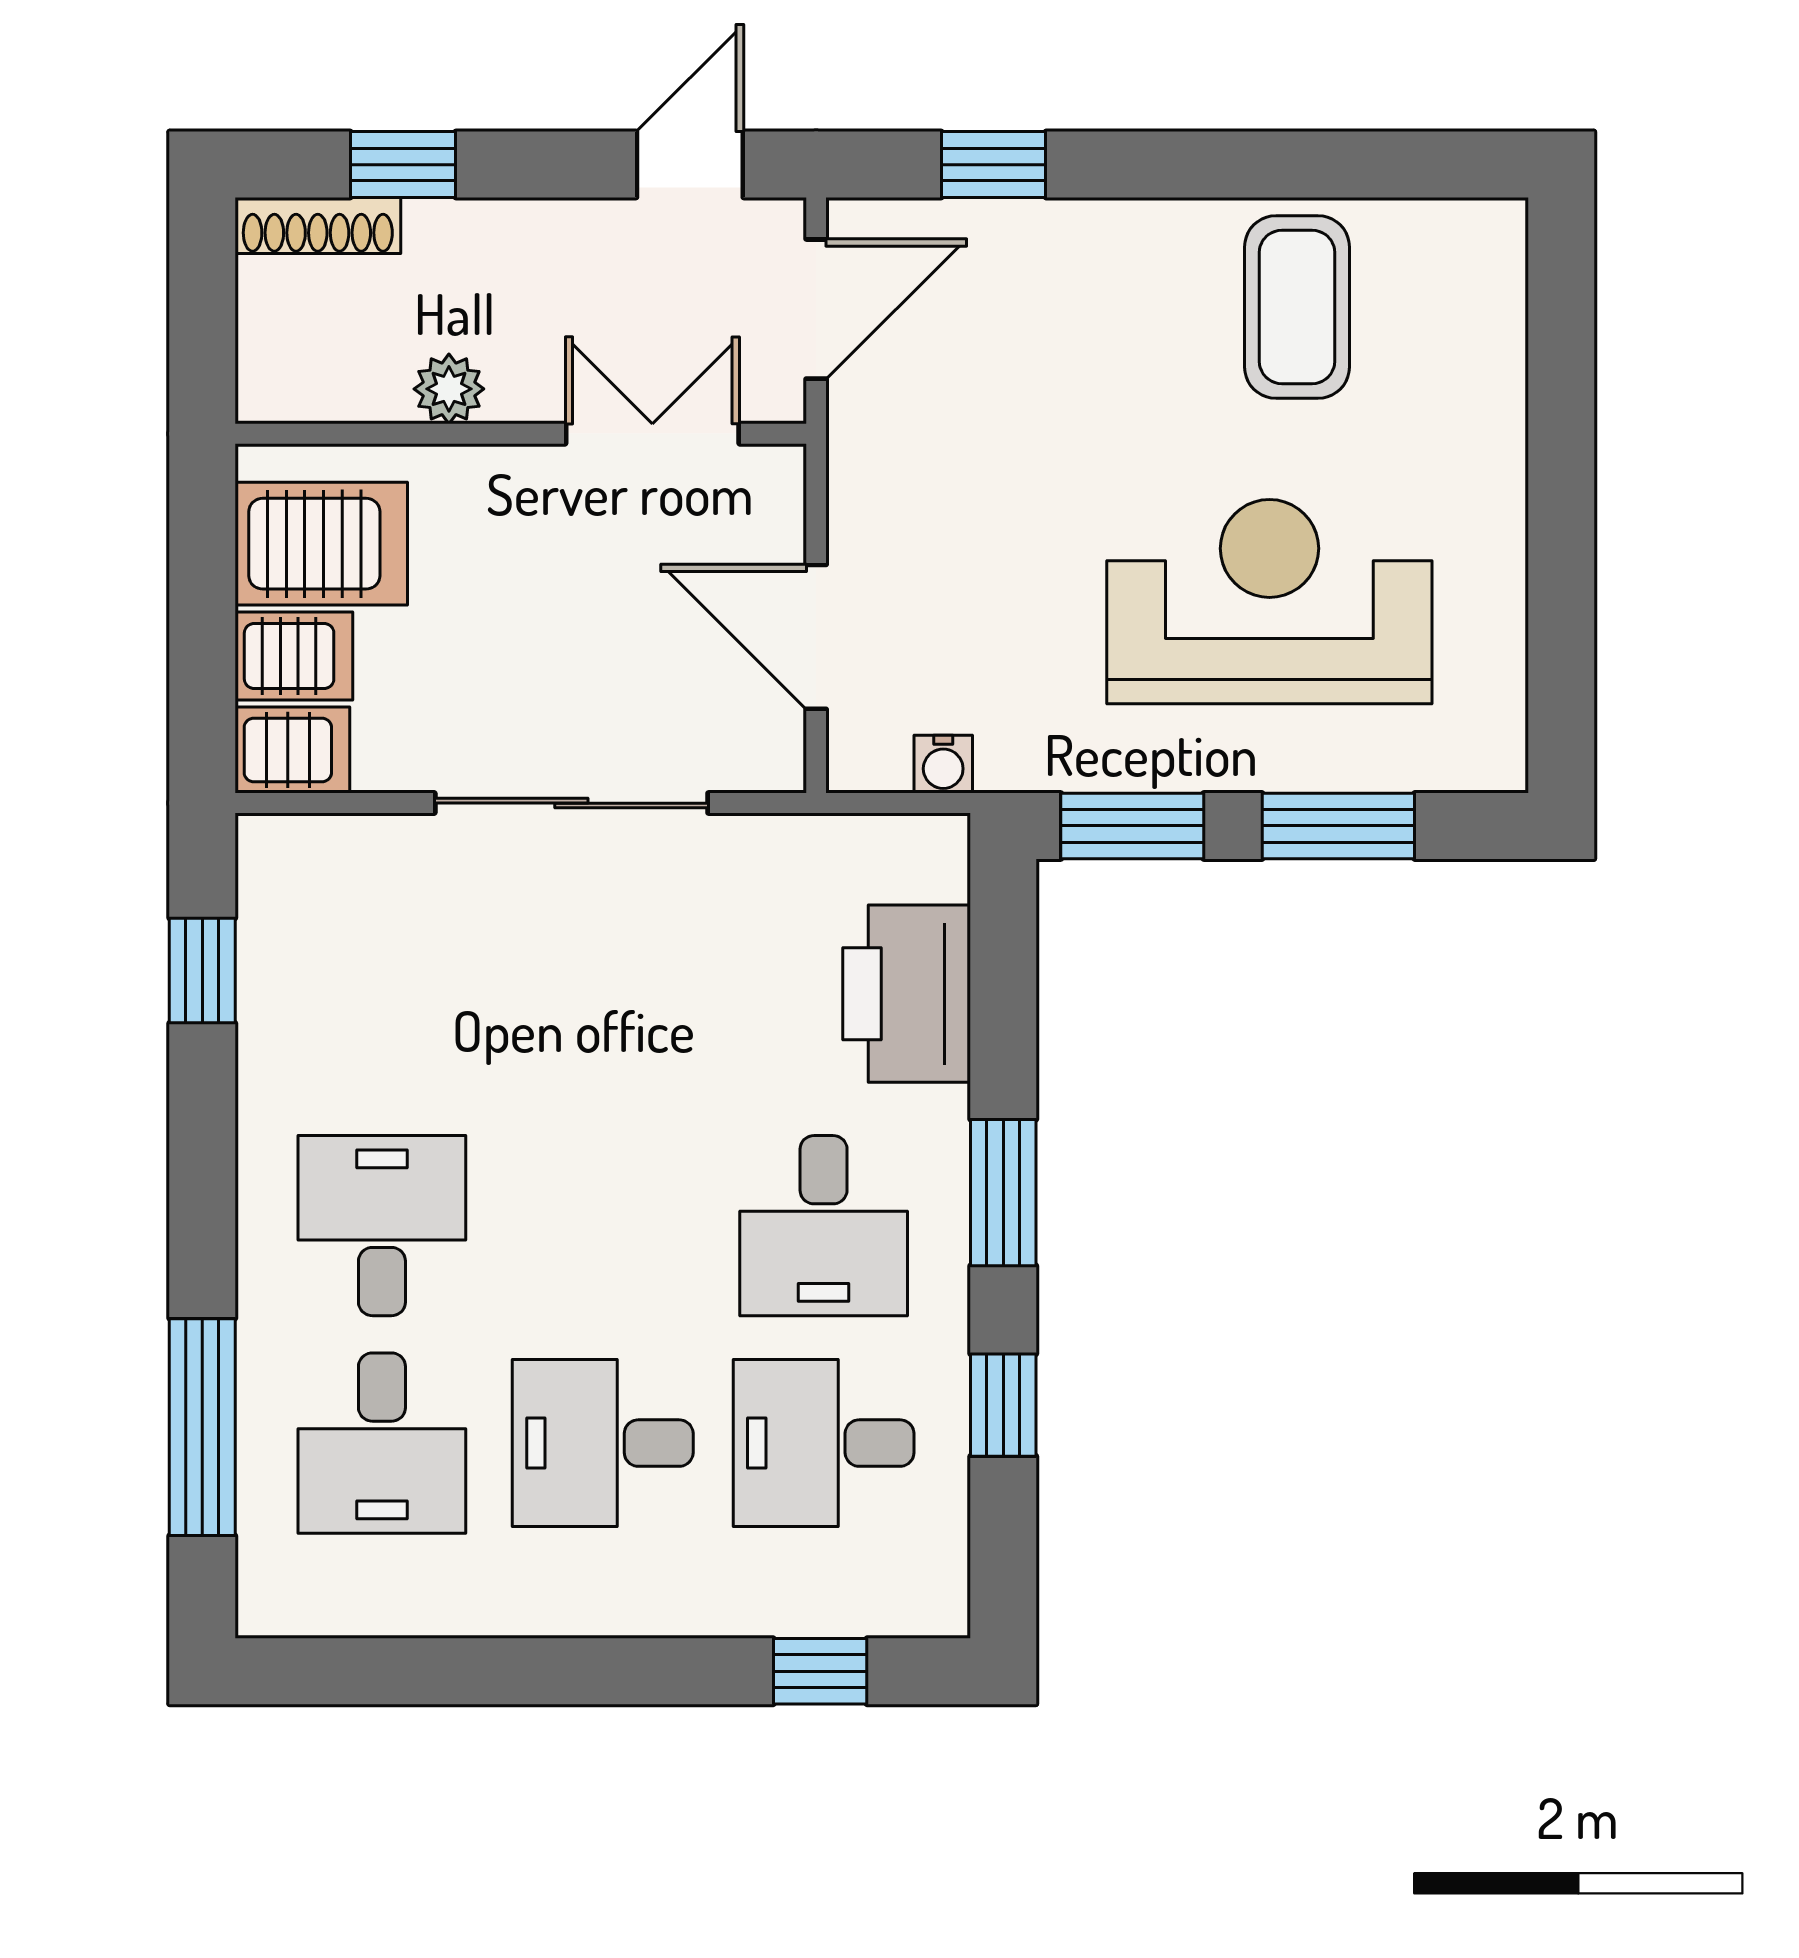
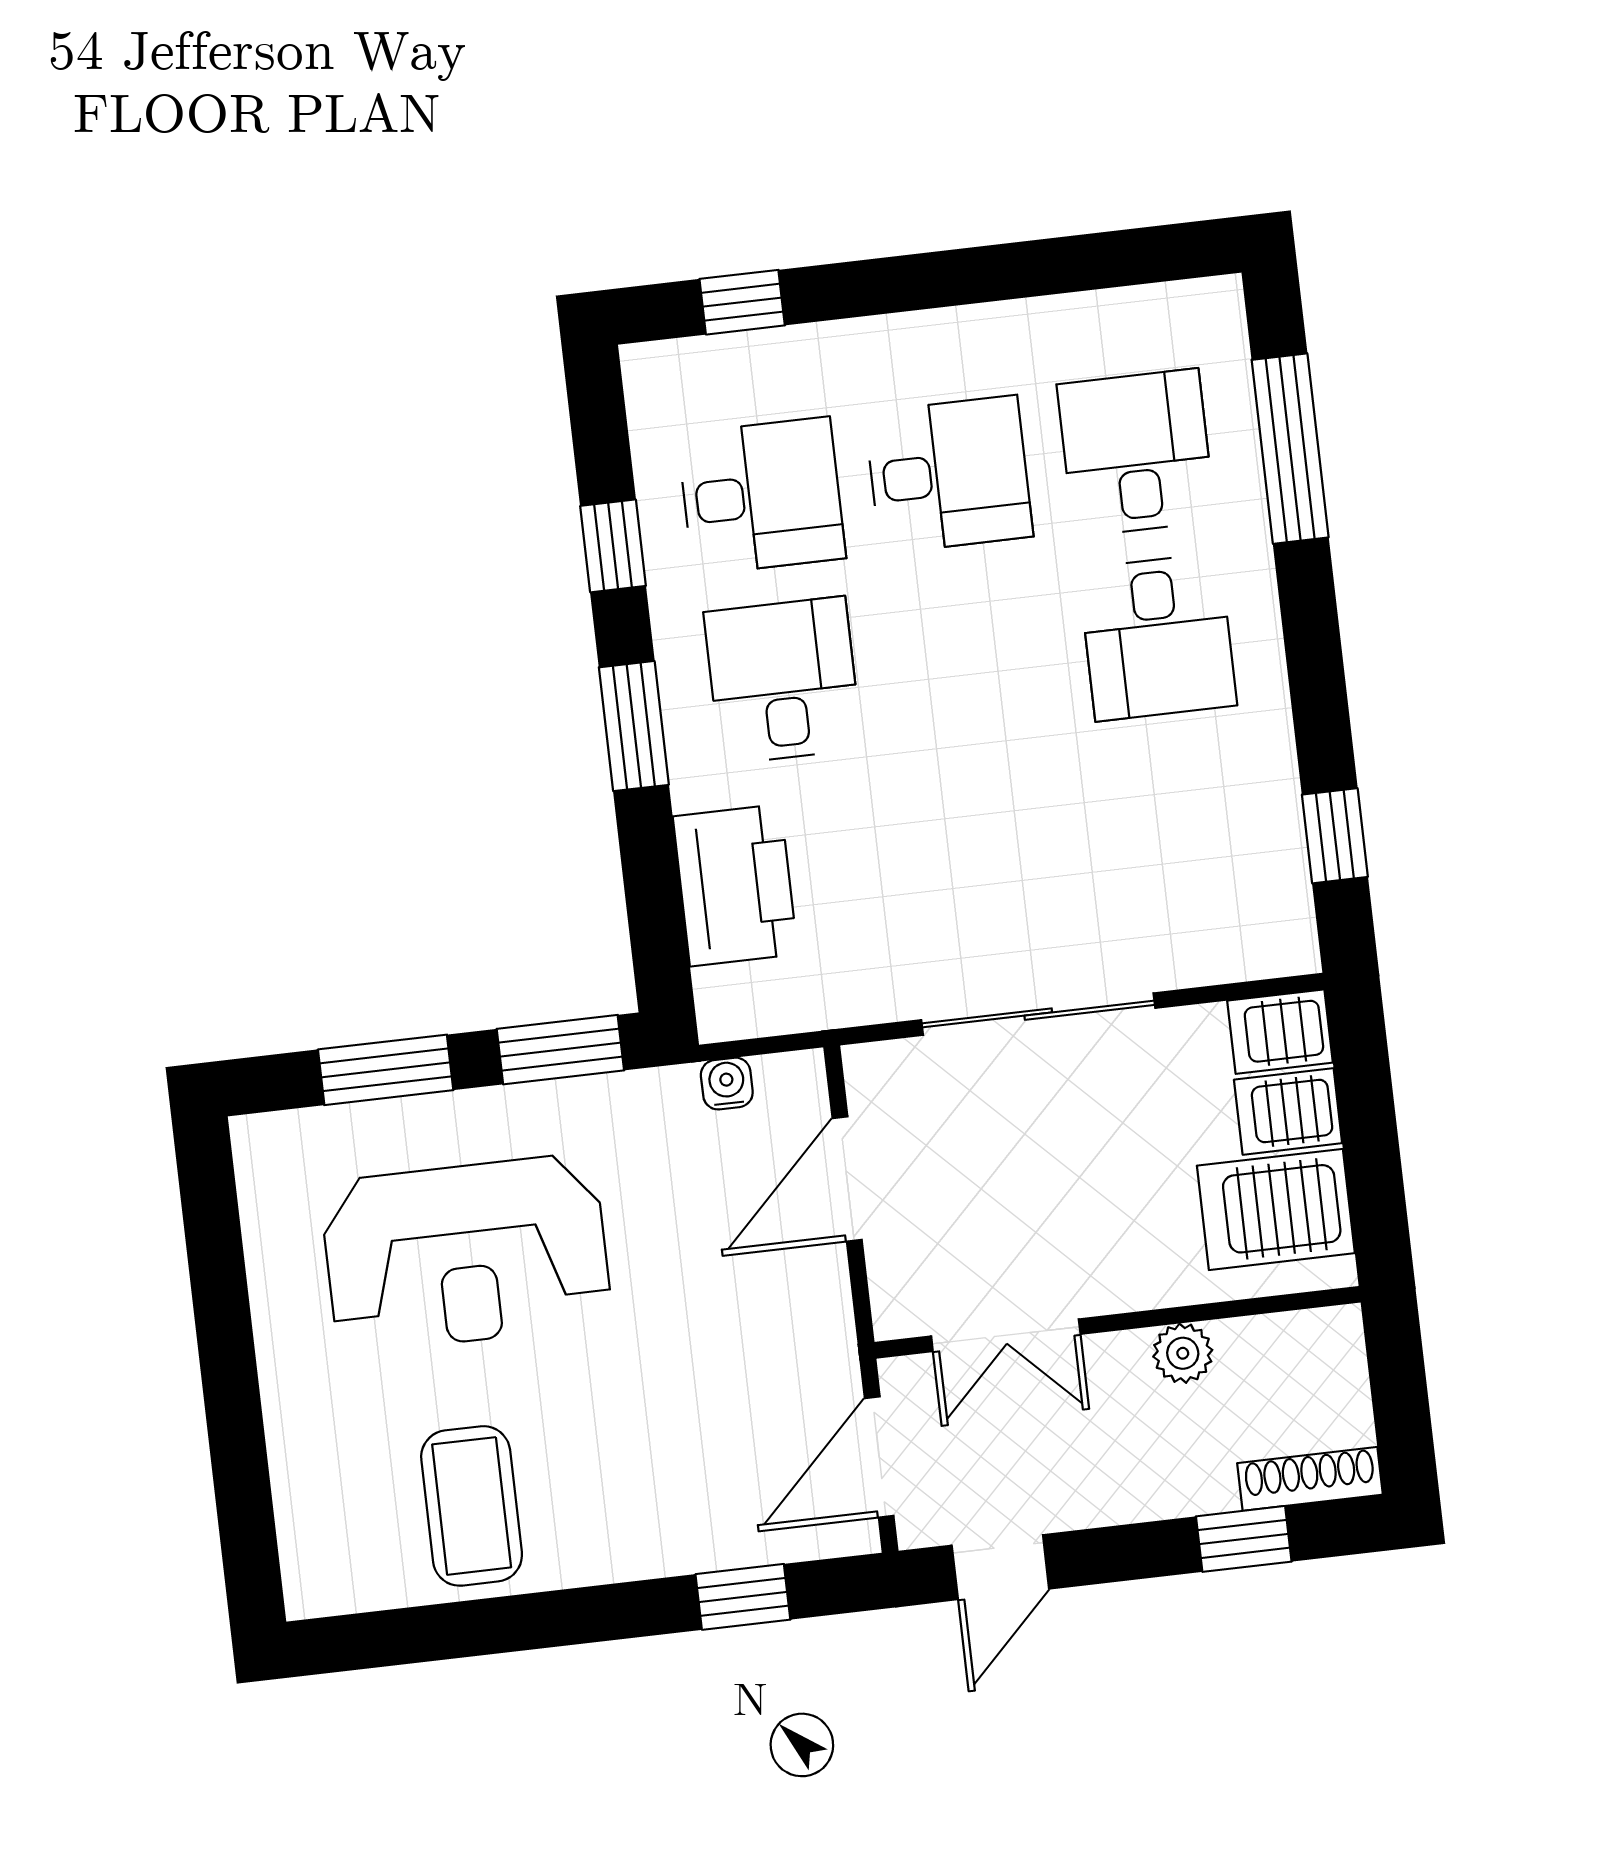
door: (816, 637) -> (847, 1179), swing flipped

